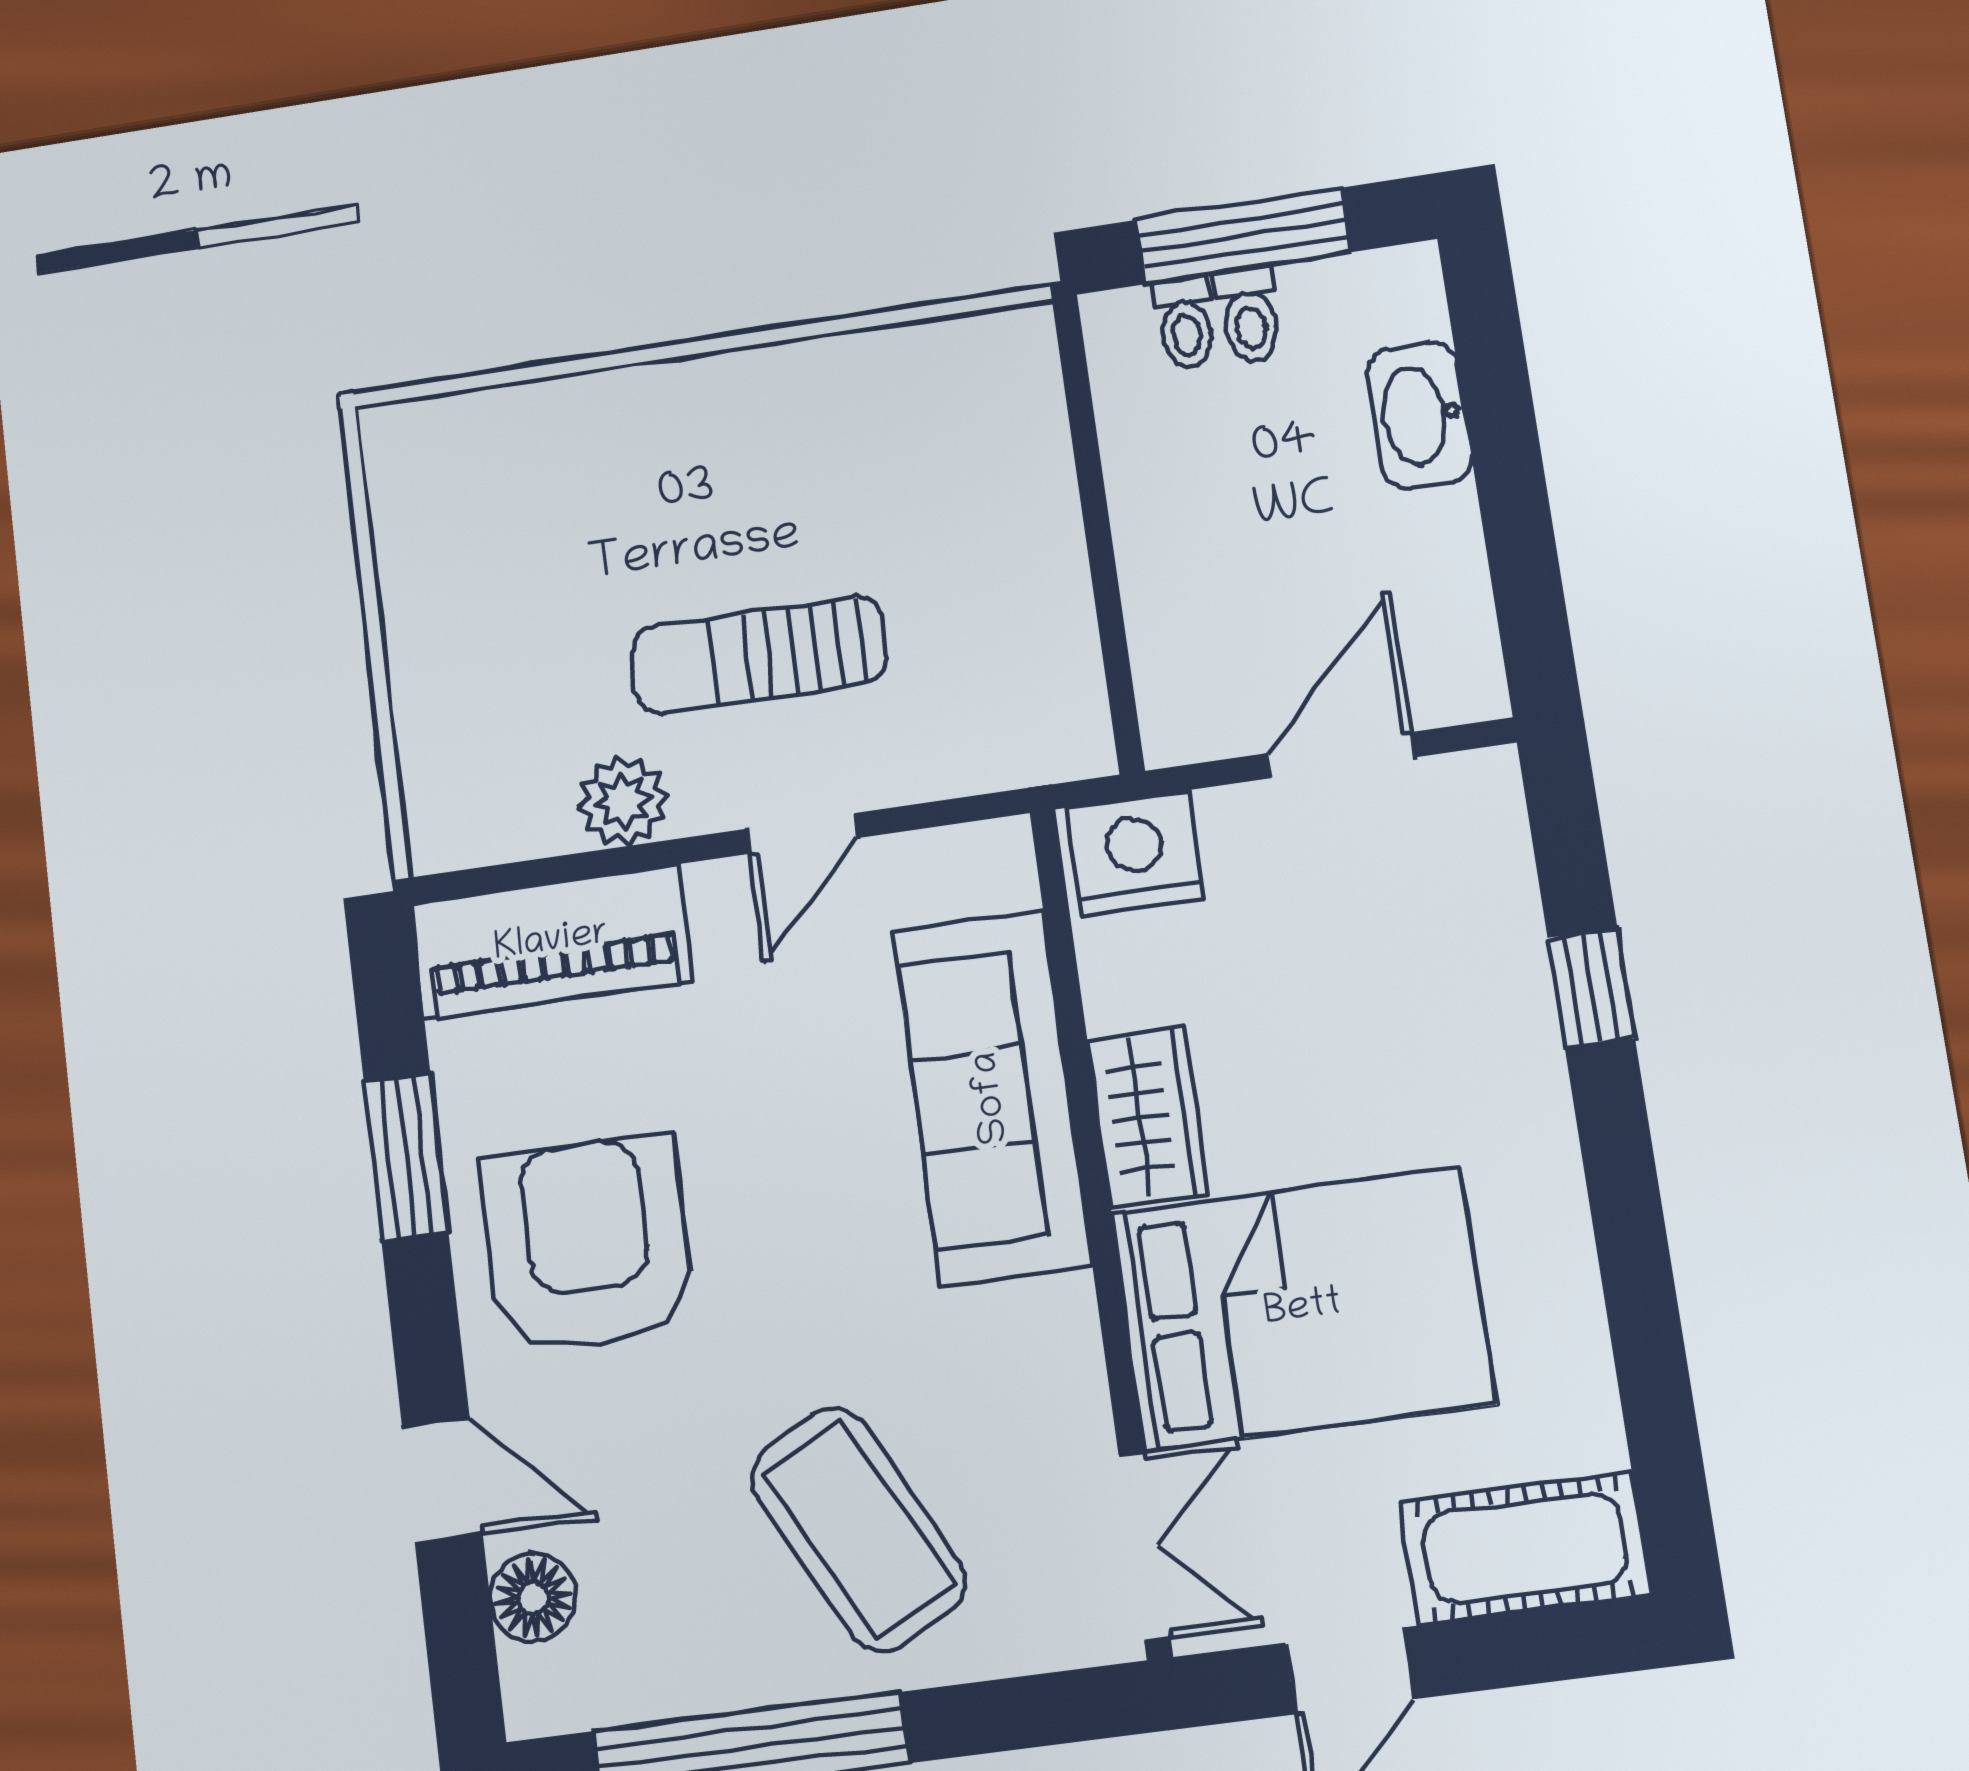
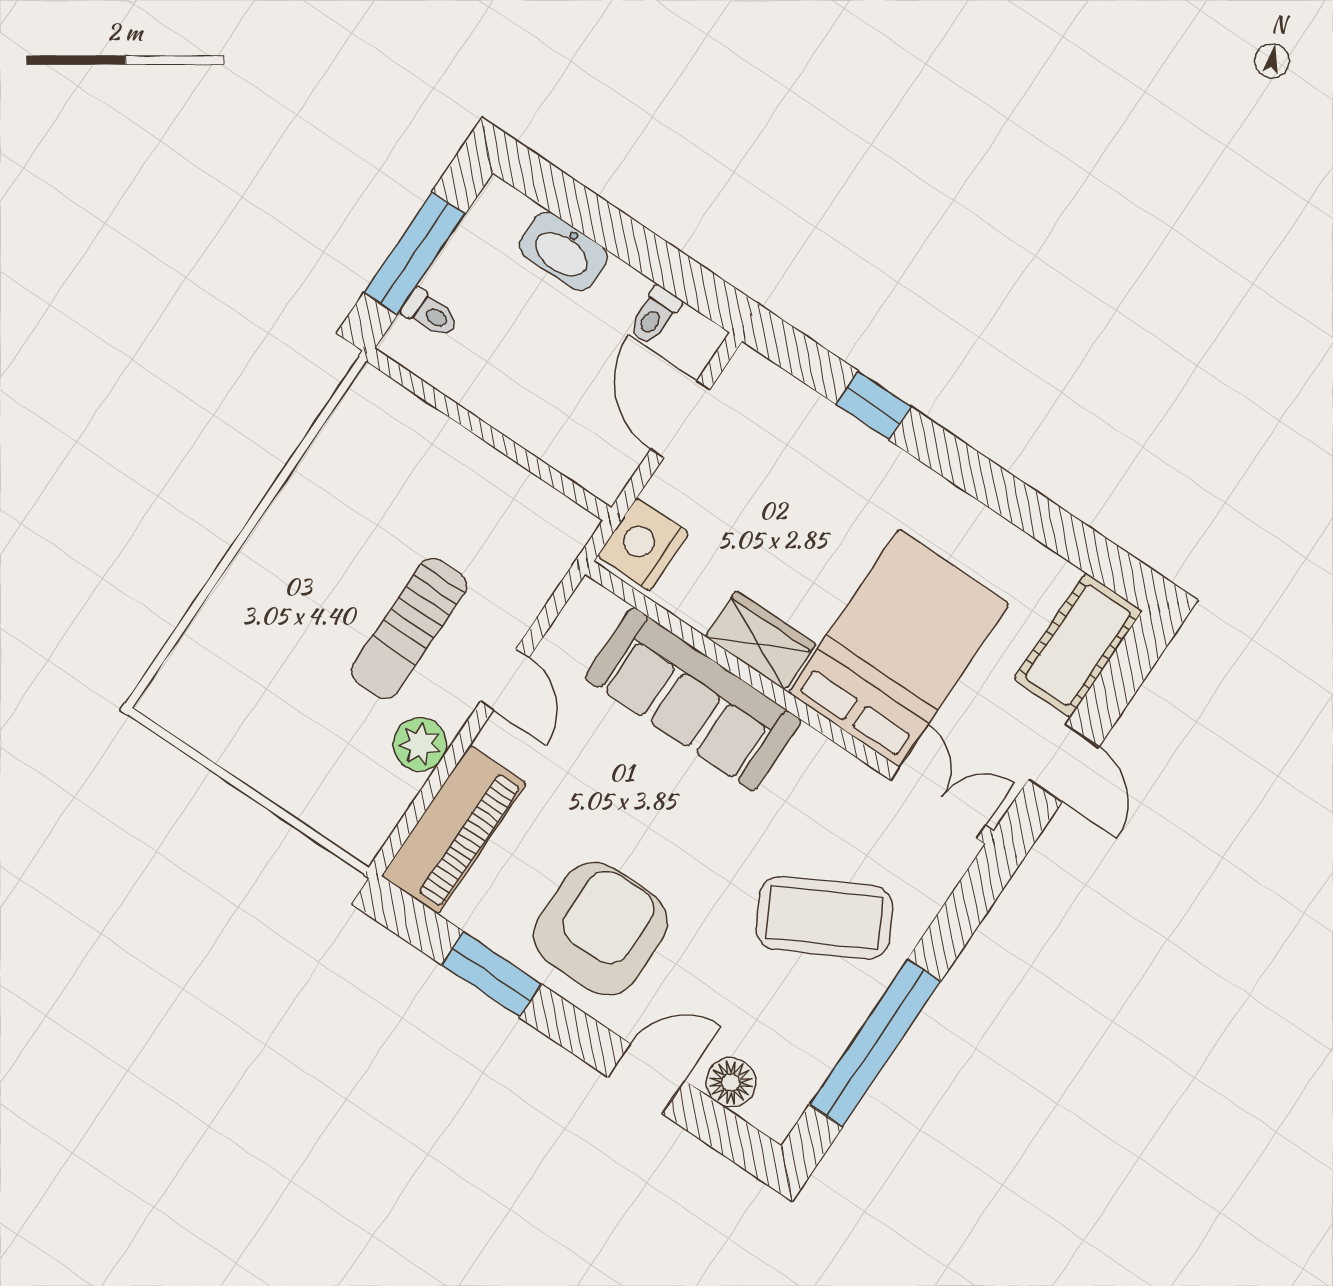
toilet: (1249, 315) -> (655, 315), moved, turned 90
armchair: (587, 1245) -> (601, 929), turned 90

